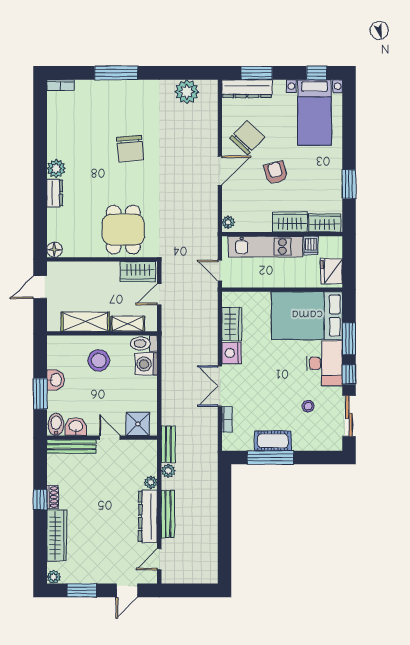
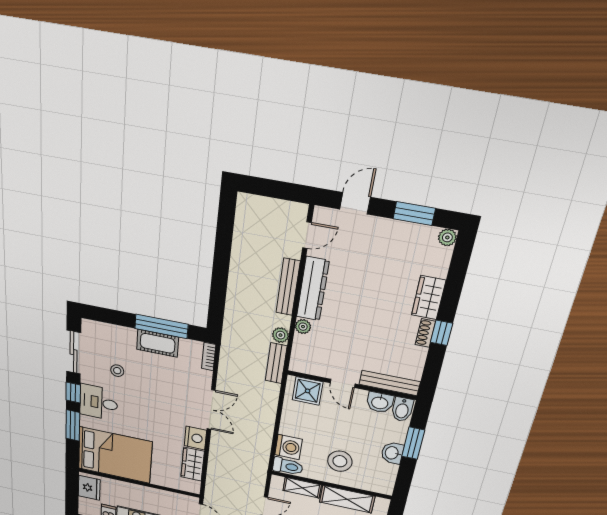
desk: (325, 363) -> (99, 402), width x0.73
bookcase: (227, 419) -> (209, 357), moved
wardrobe: (57, 535) -> (429, 298), width x0.67

